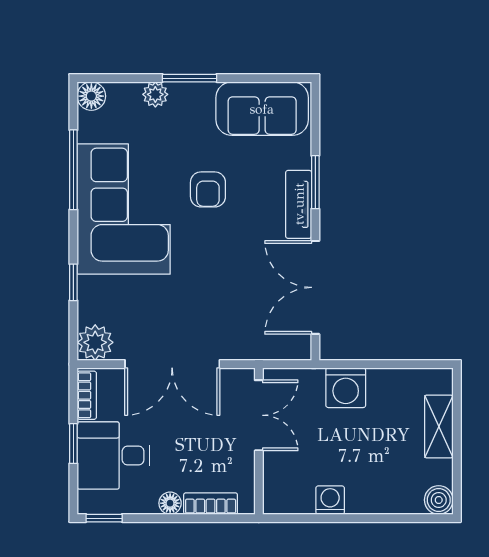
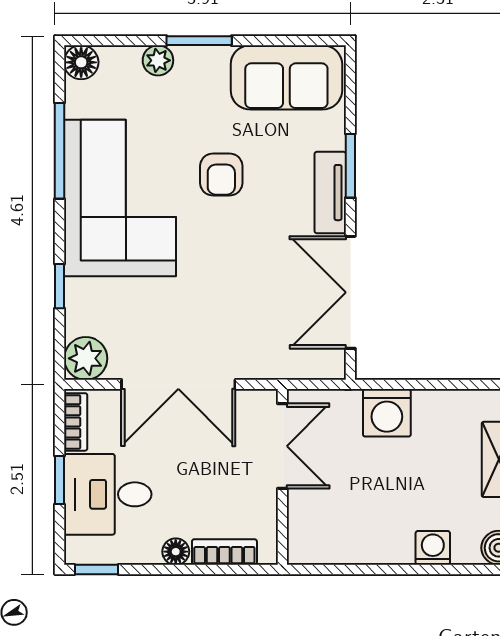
washing machine: (330, 500) -> (433, 548), moved

